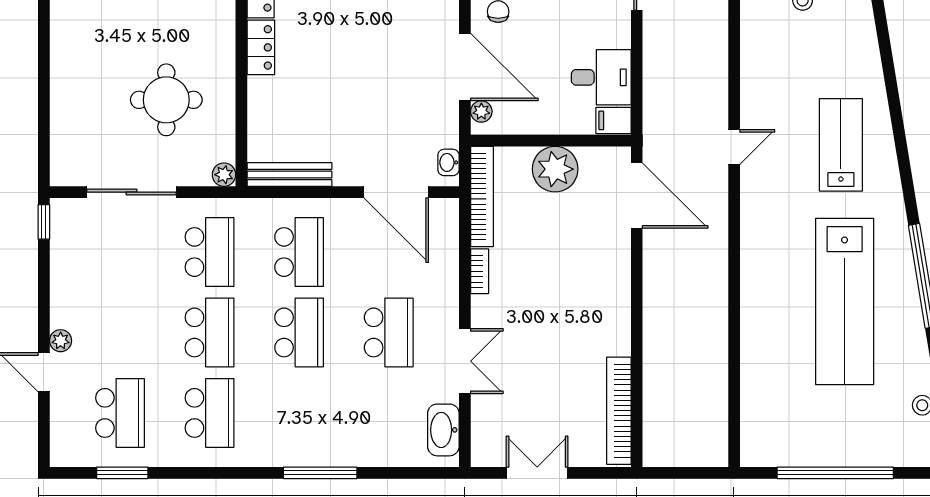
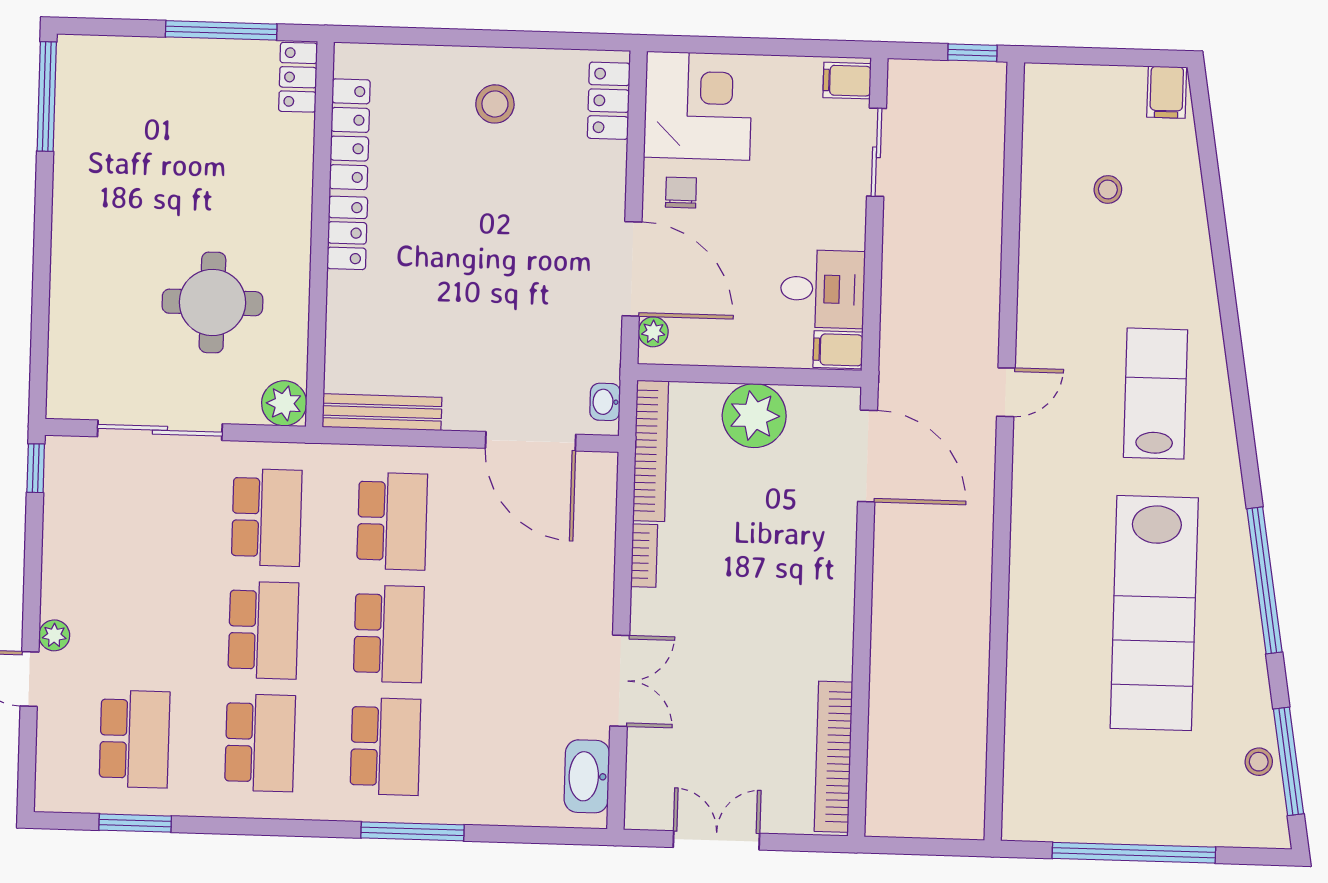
plant: (224, 175) -> (284, 403), width x1.38, depth x1.38
school desk: (389, 332) -> (385, 746), moved

